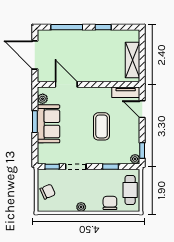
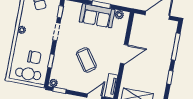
door: (66, 84) -> (124, 54), moved
coffee table: (102, 126) -> (86, 60), turned 55
chair: (110, 203) -> (34, 57), moved

